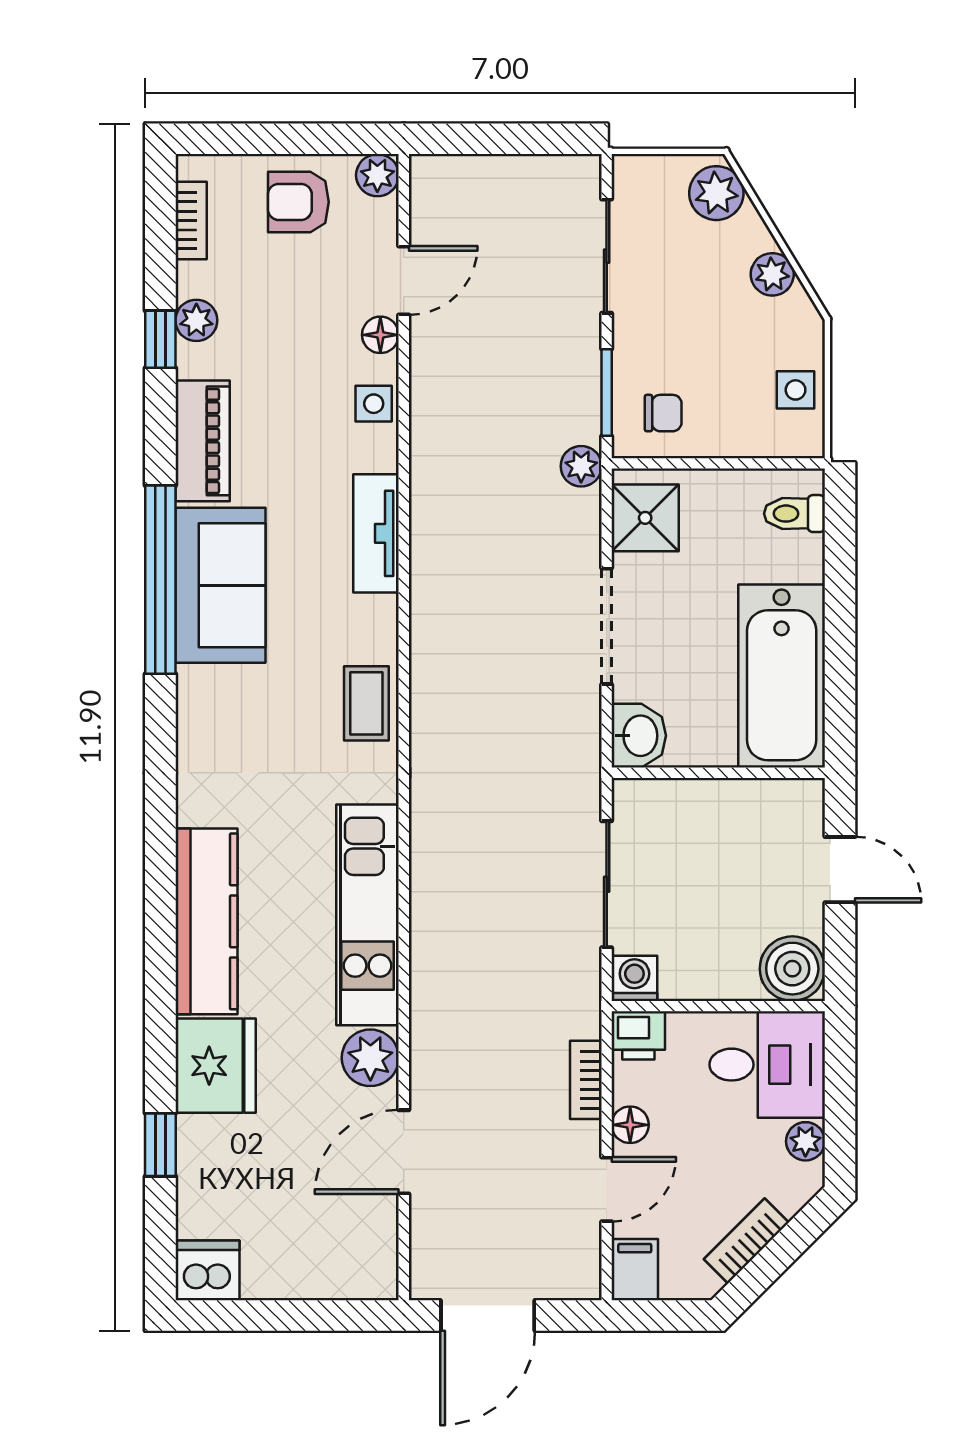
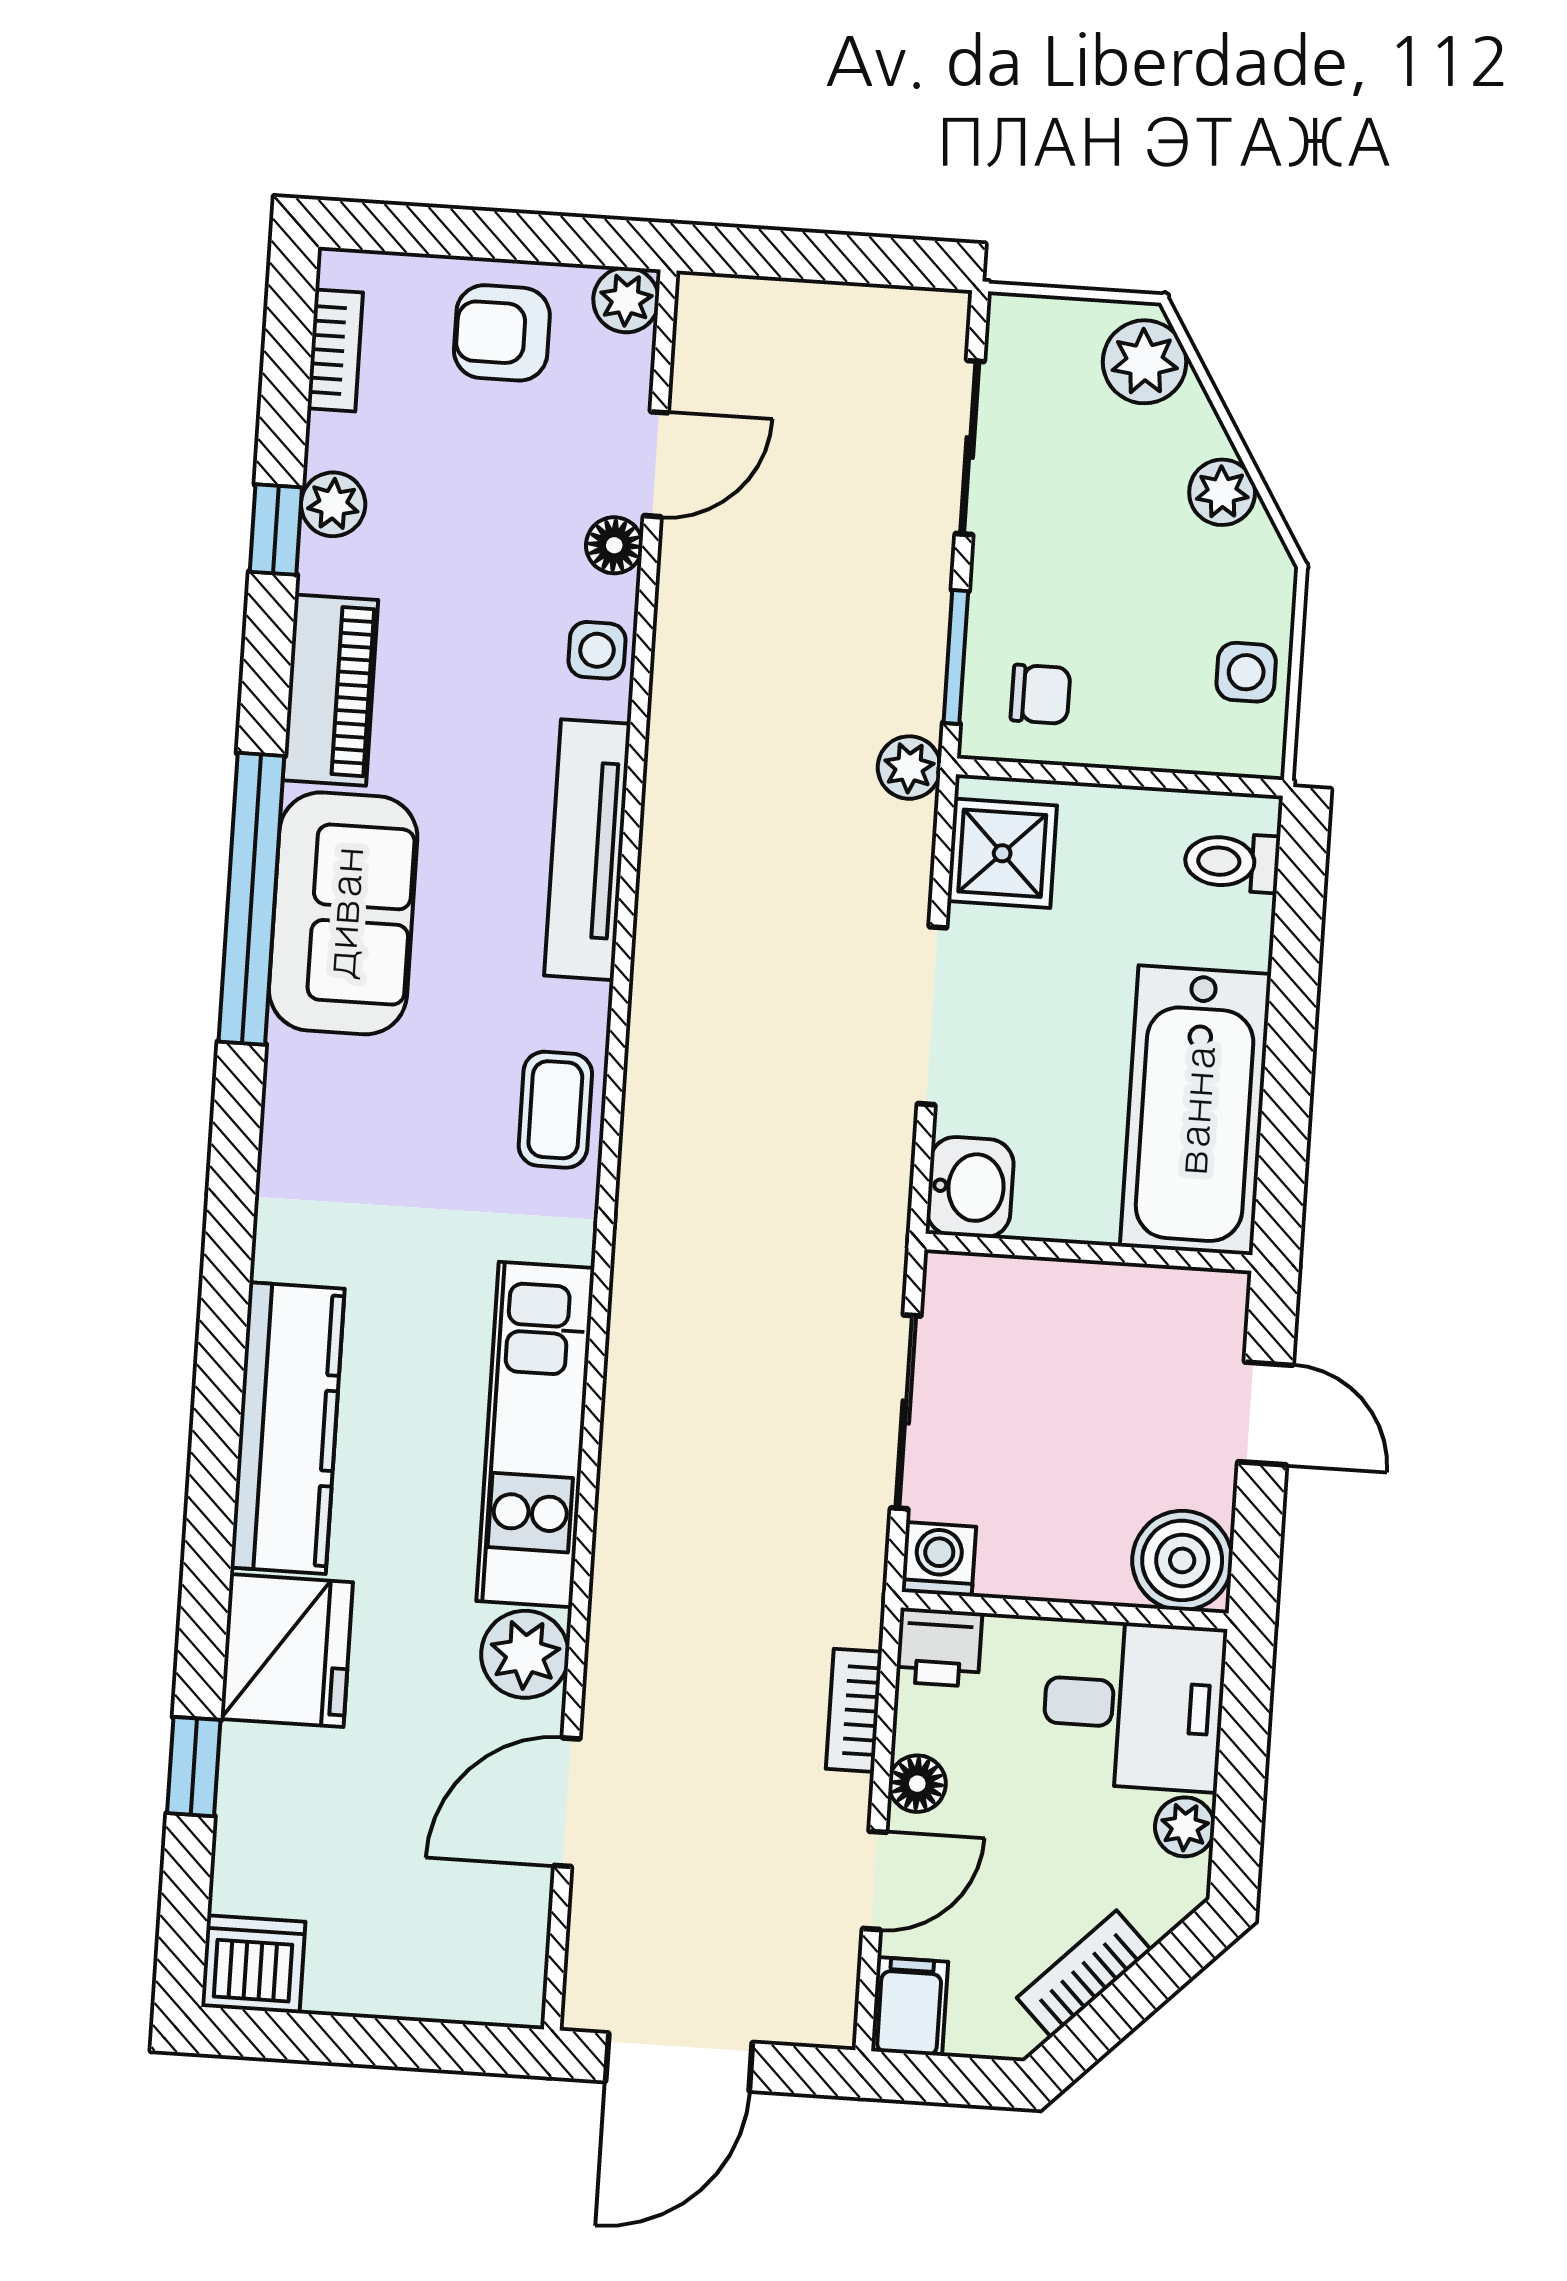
tv unit: (376, 533) -> (587, 850), width x1.41

